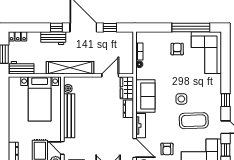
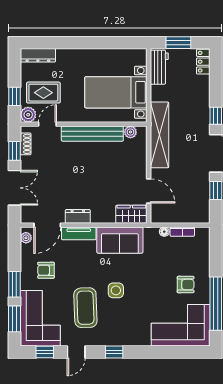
workbench: (53, 38) -> (201, 111), removed
dresser: (128, 109) -> (78, 216), moved

